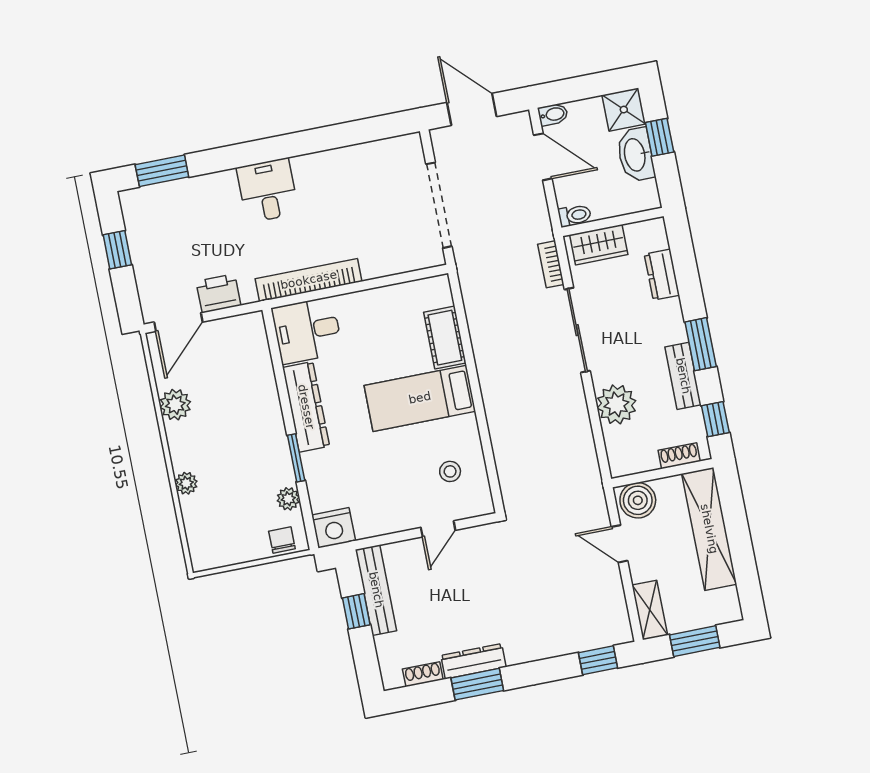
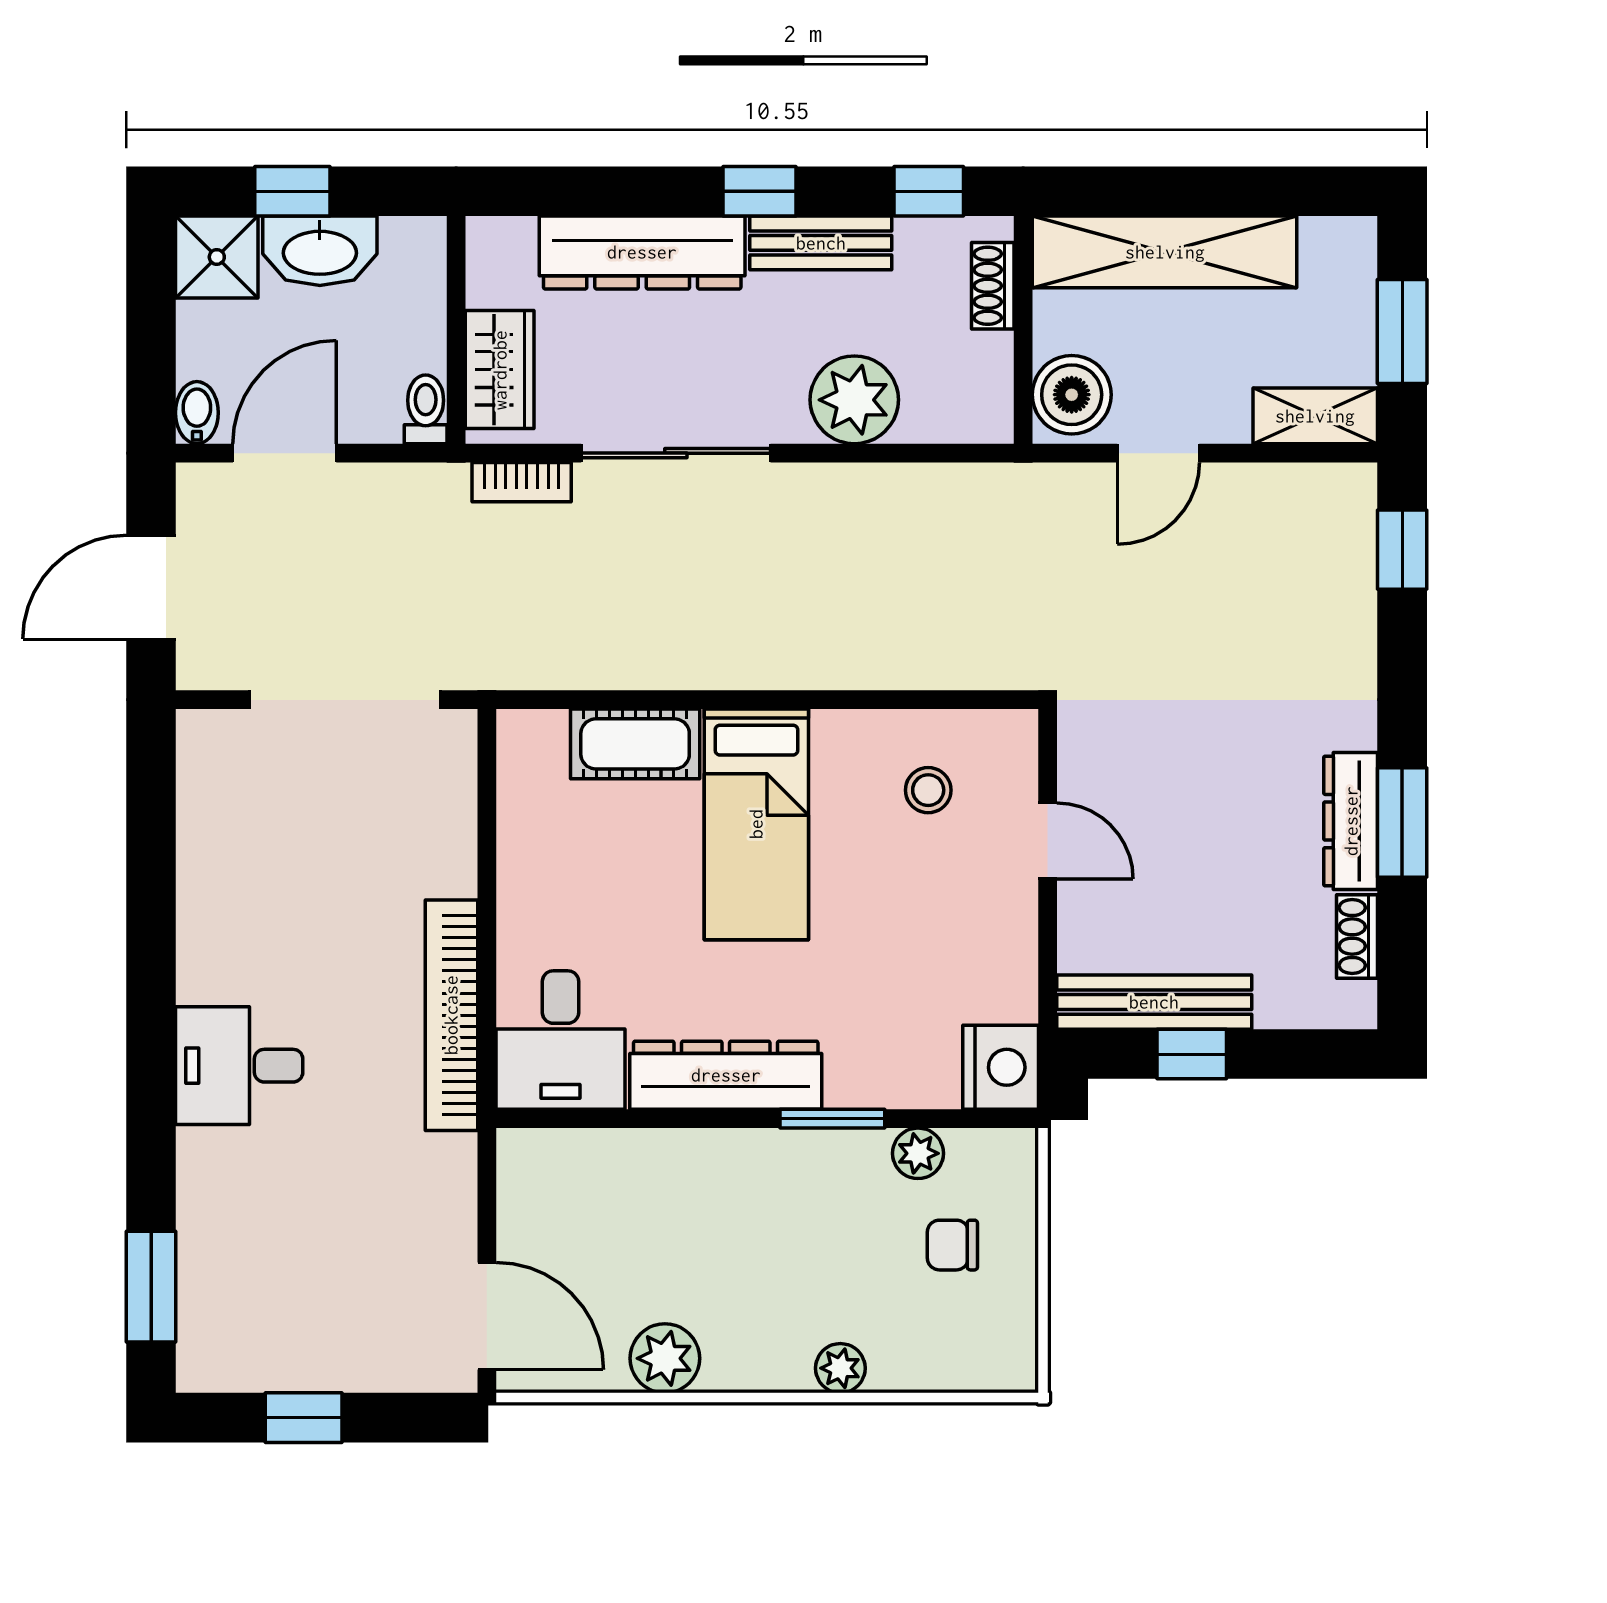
dresser: (662, 275) -> (642, 252), width x1.96, depth x1.24
printer: (218, 293) -> (442, 1217), removed
window: (701, 344) -> (760, 191), width x0.67
chair: (282, 540) -> (952, 1245), moved

